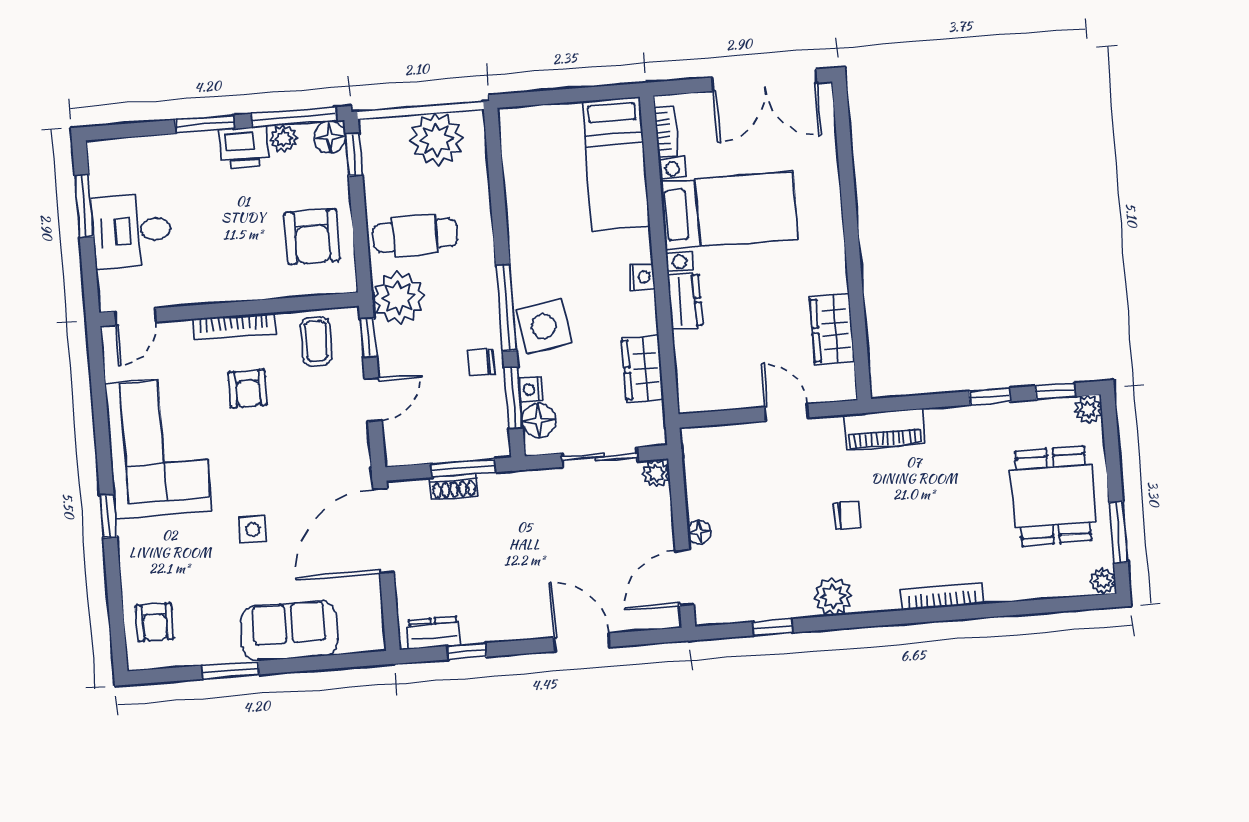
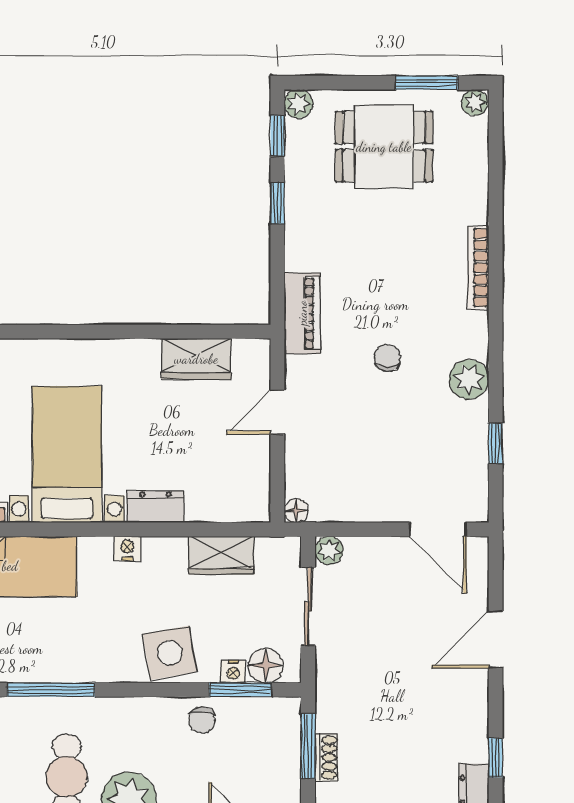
window: (506, 308) -> (51, 690), moved
floor lamp: (699, 532) -> (296, 511), moved

